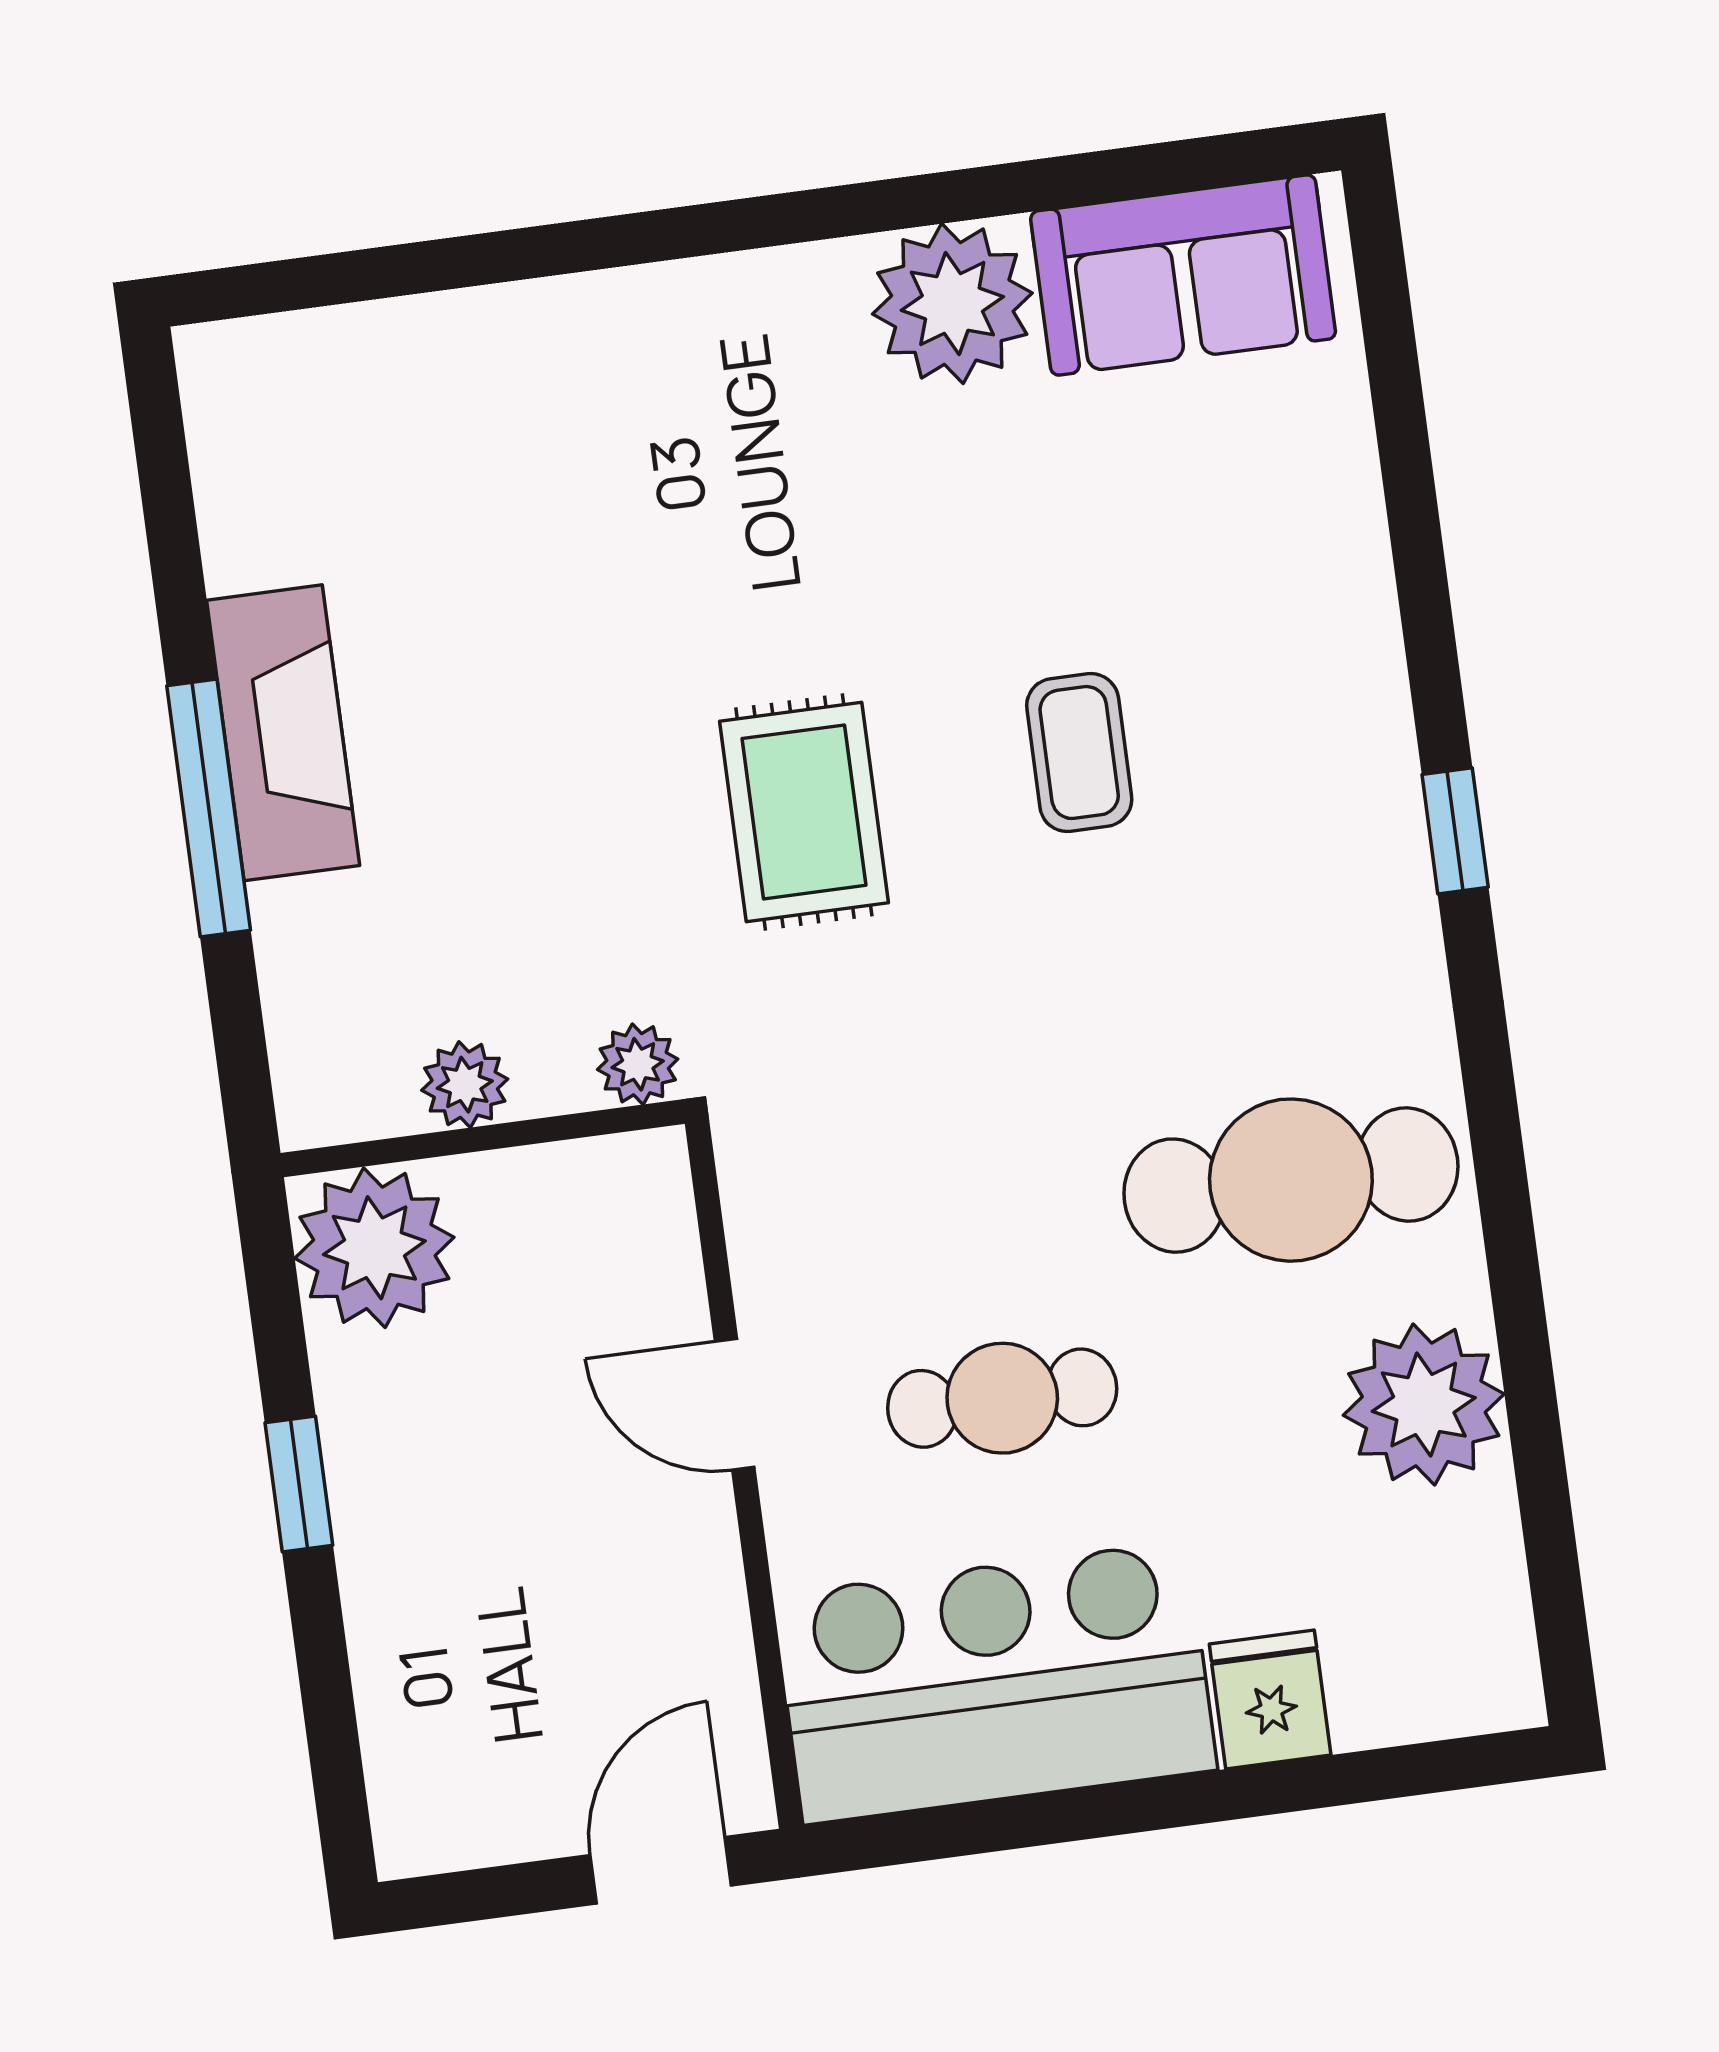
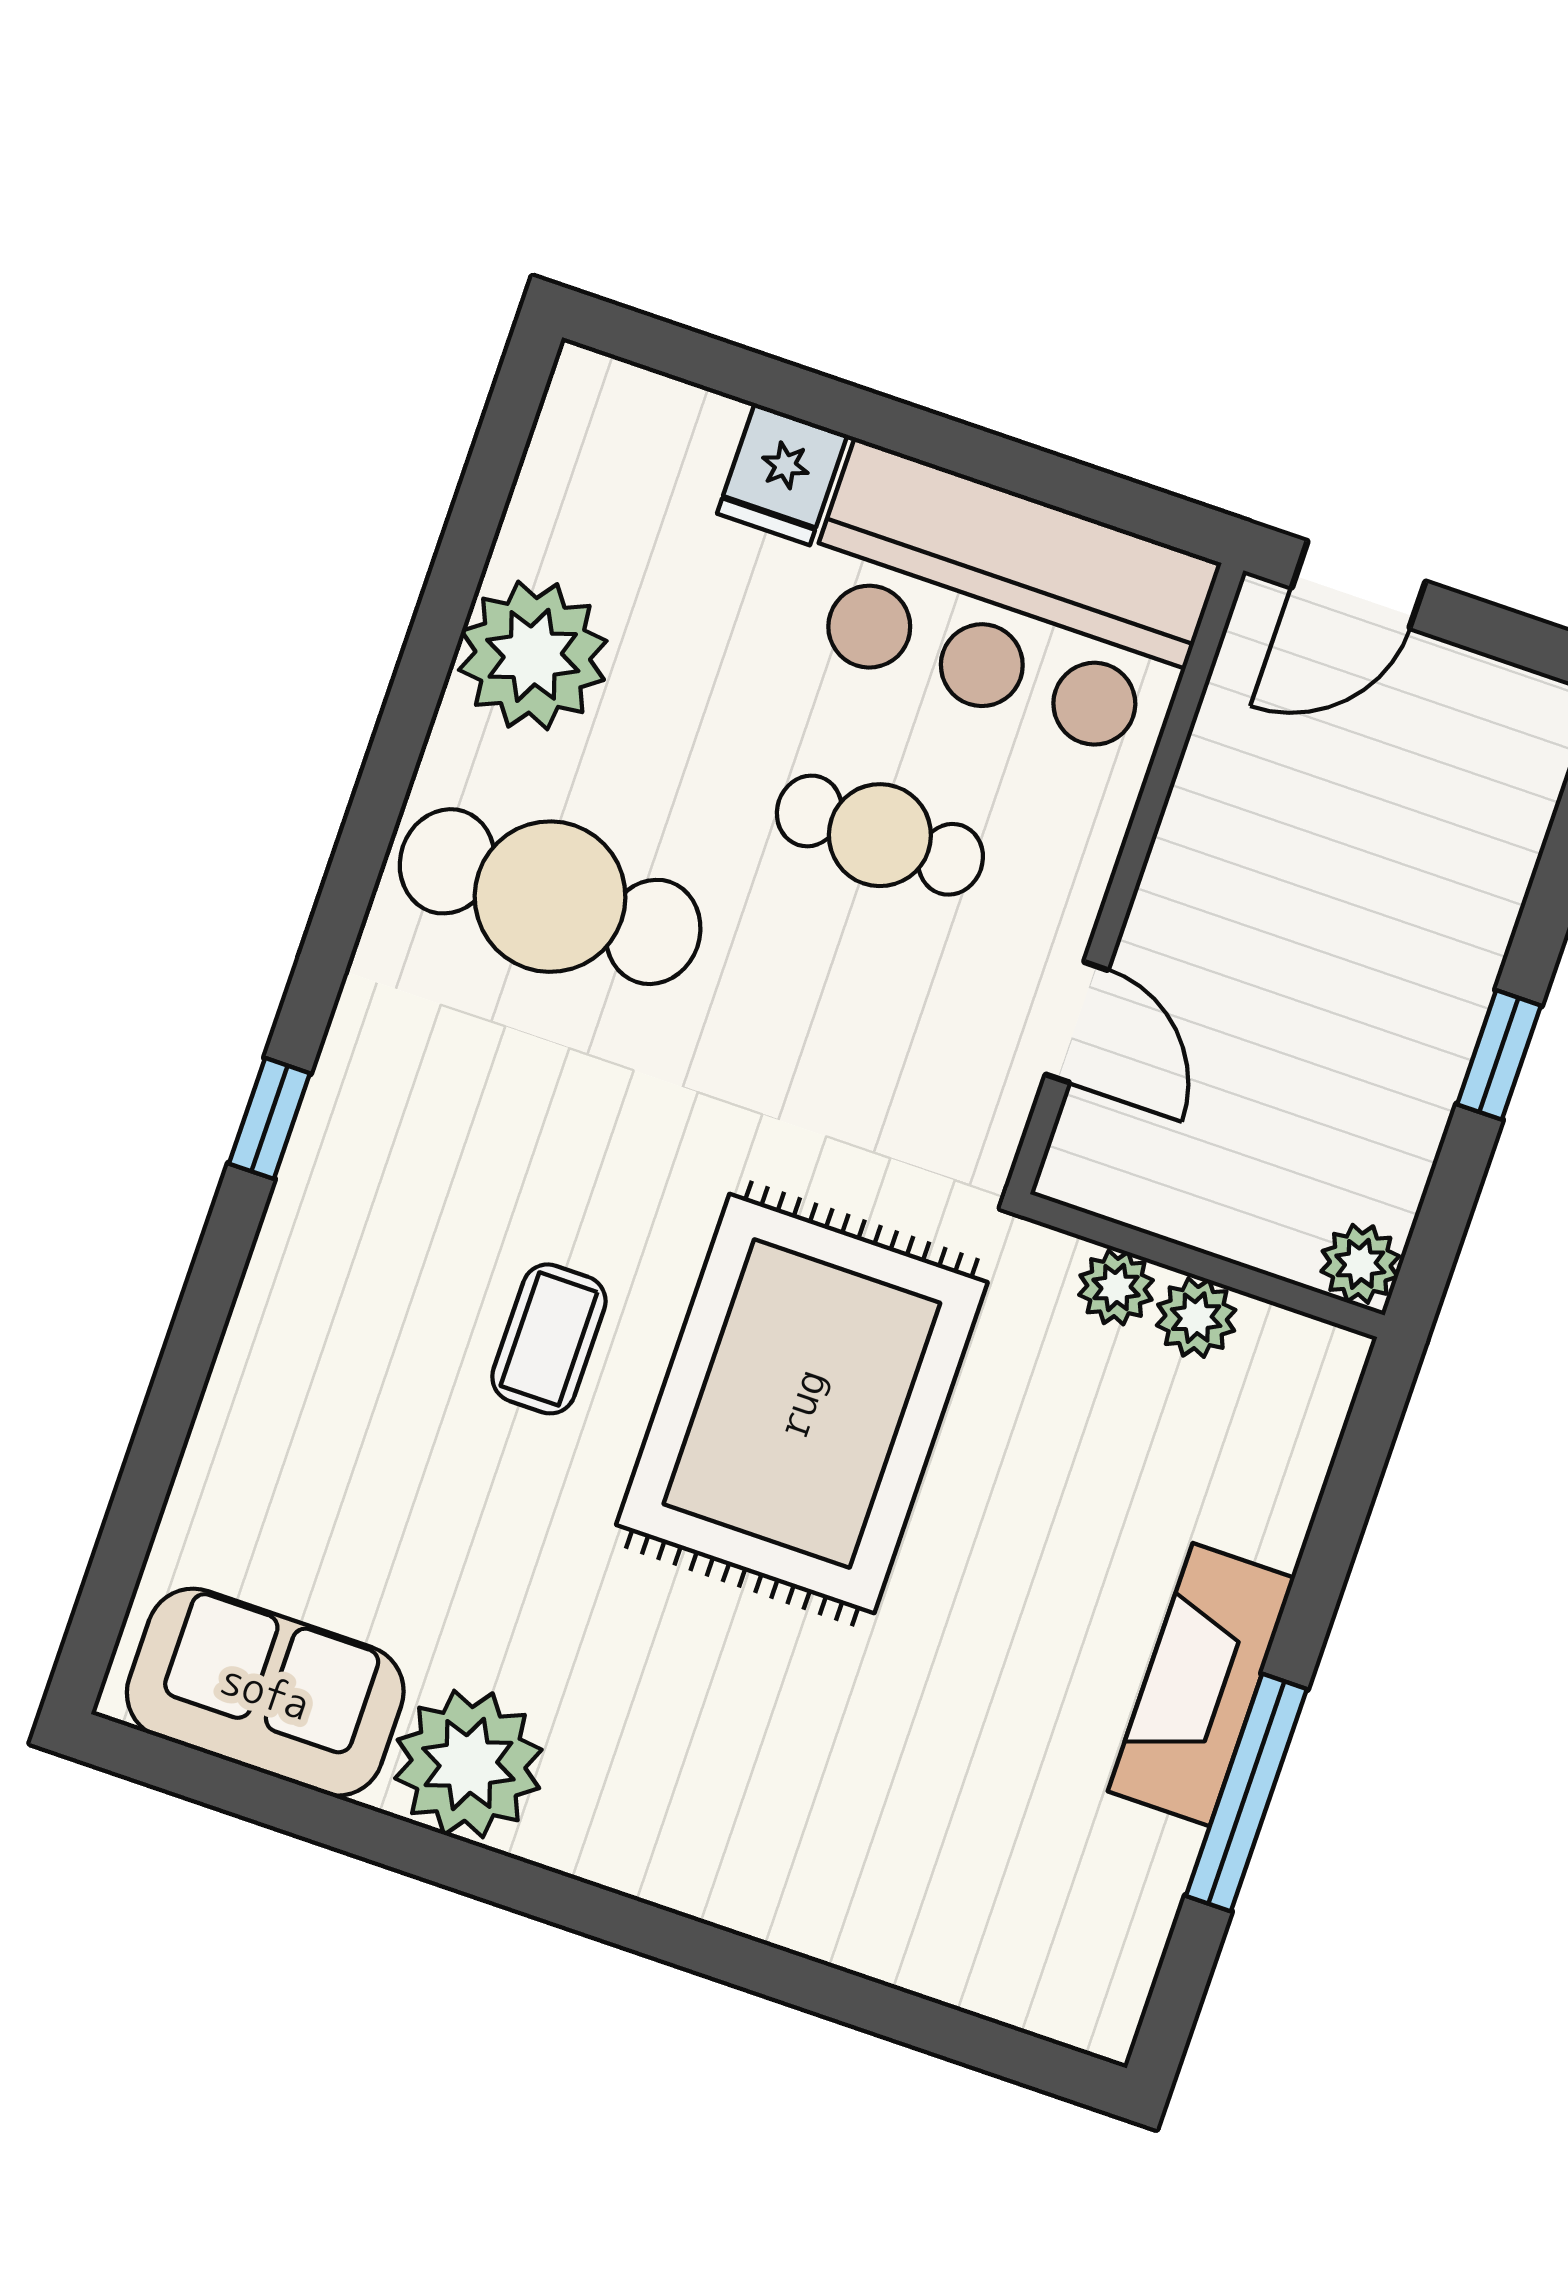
window: (209, 808) -> (1246, 1793), moved
rug: (804, 812) -> (802, 1403), width x1.86, depth x2.06
plant: (638, 1064) -> (1116, 1288), moved
plant: (374, 1248) -> (1360, 1264), width x0.53, depth x0.53
door: (735, 1404) -> (1077, 1022), moved

